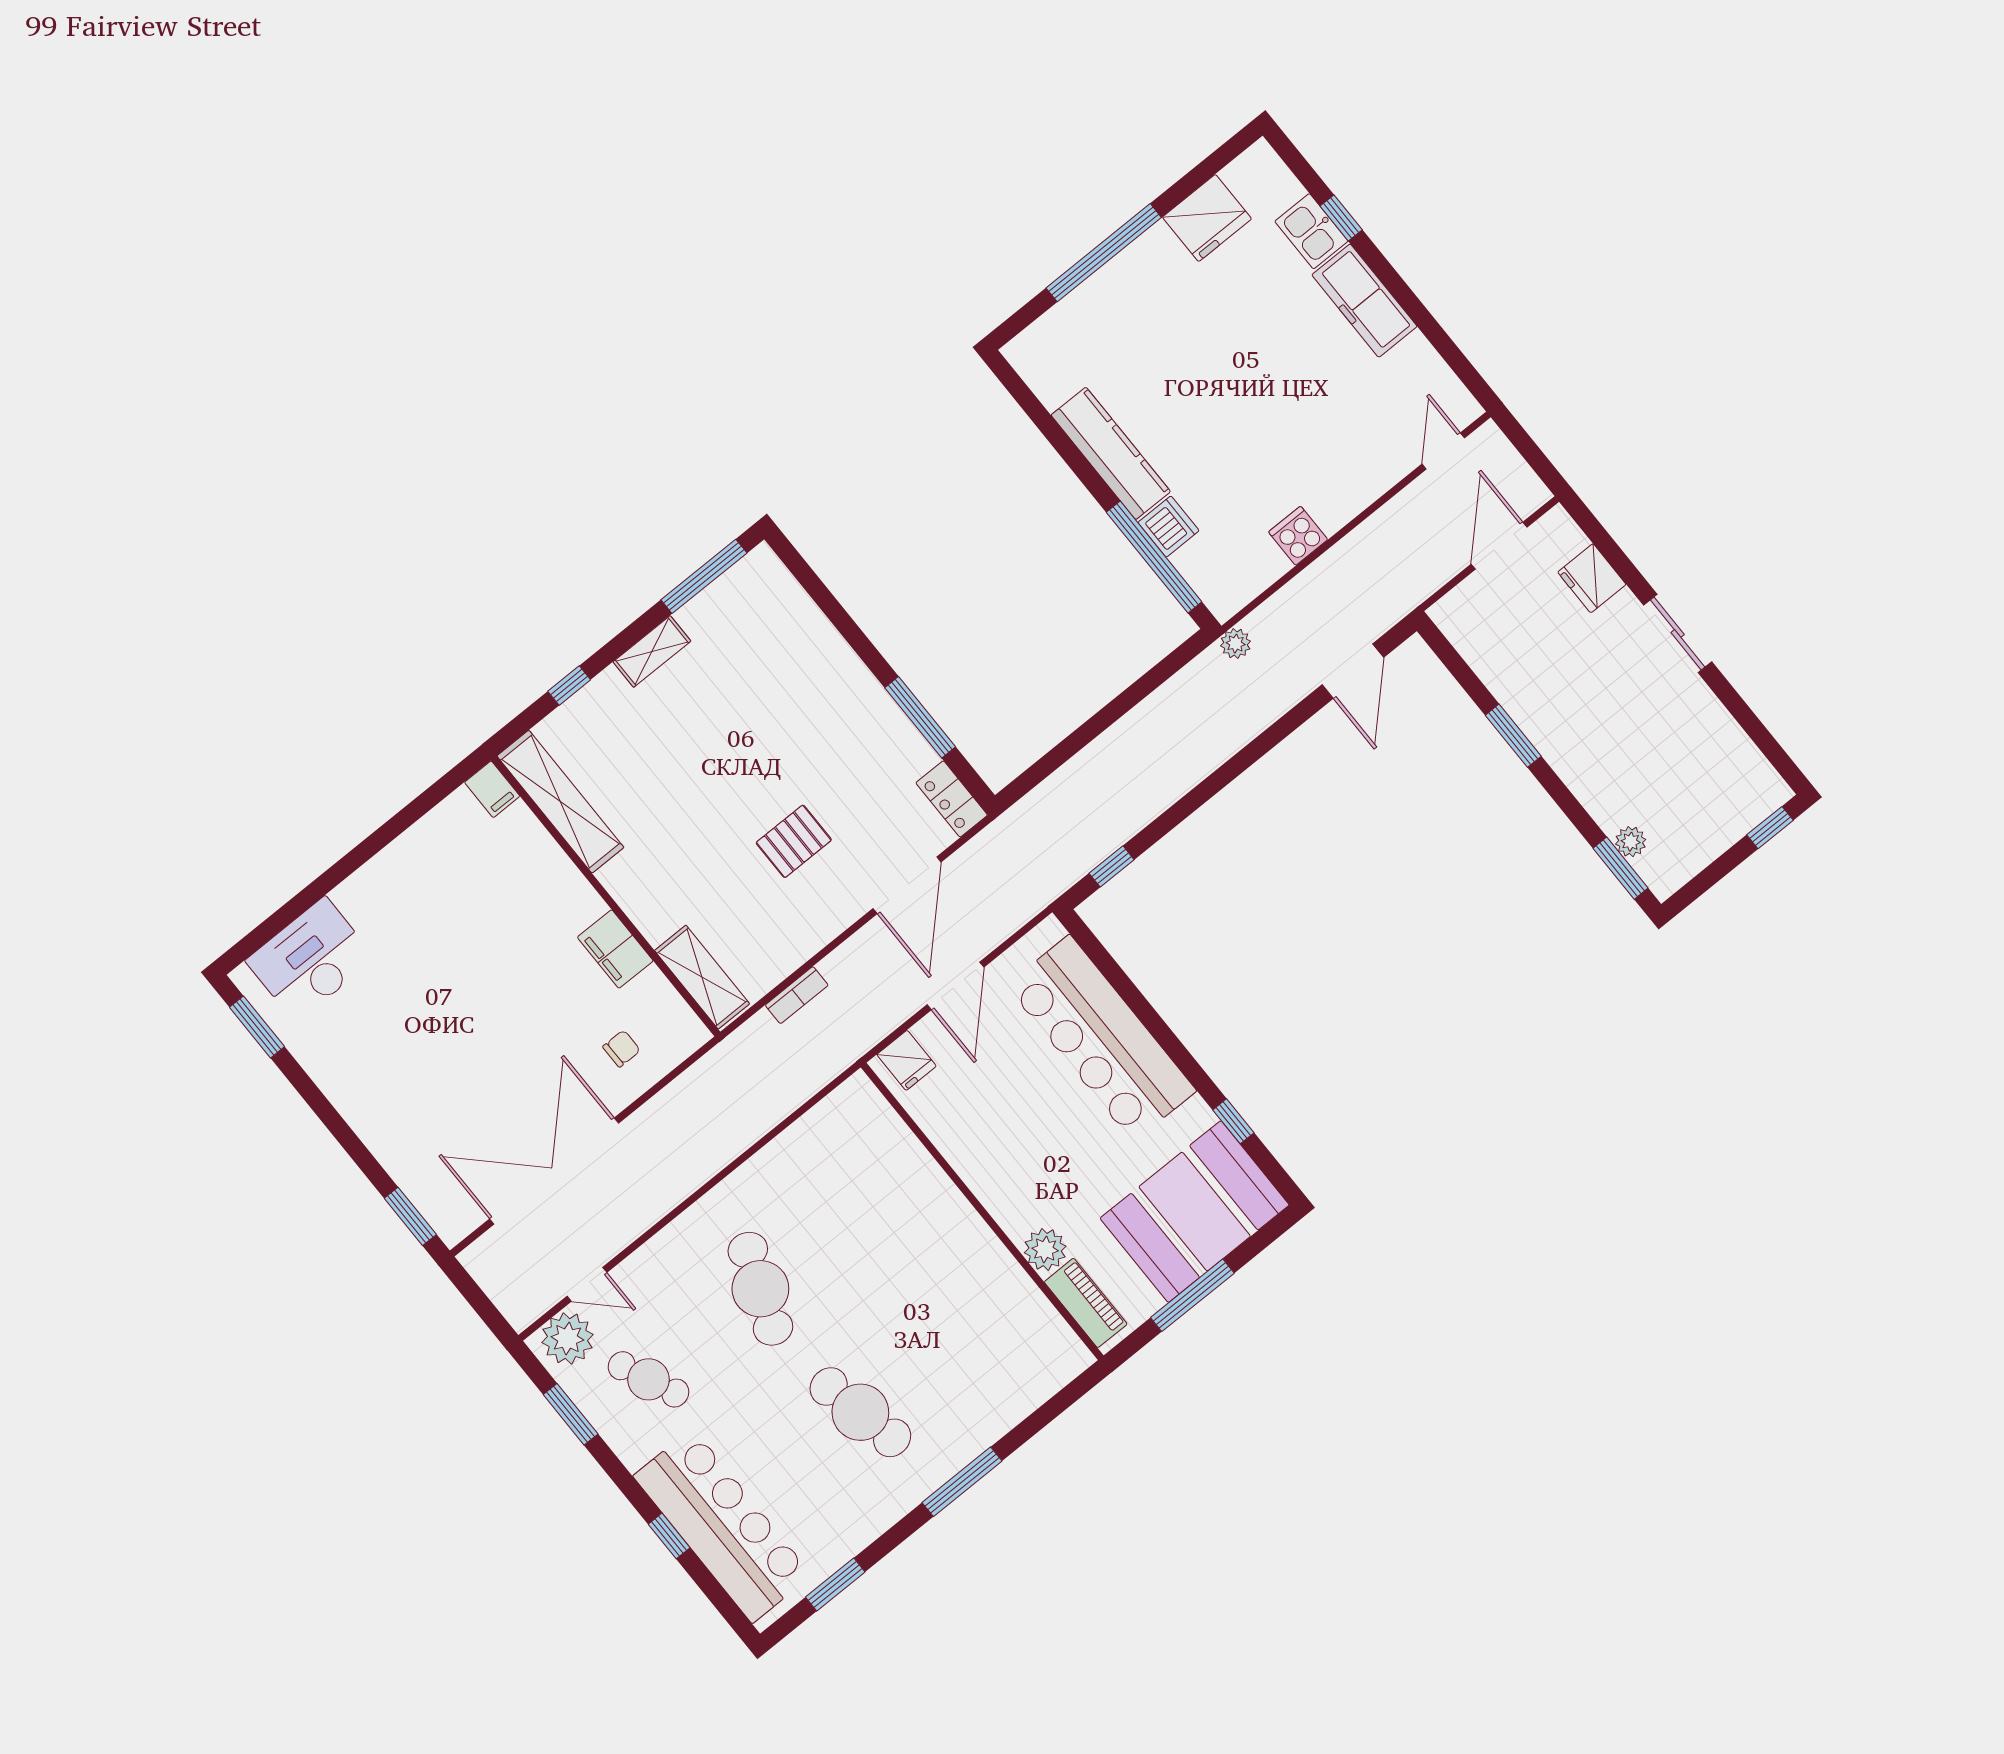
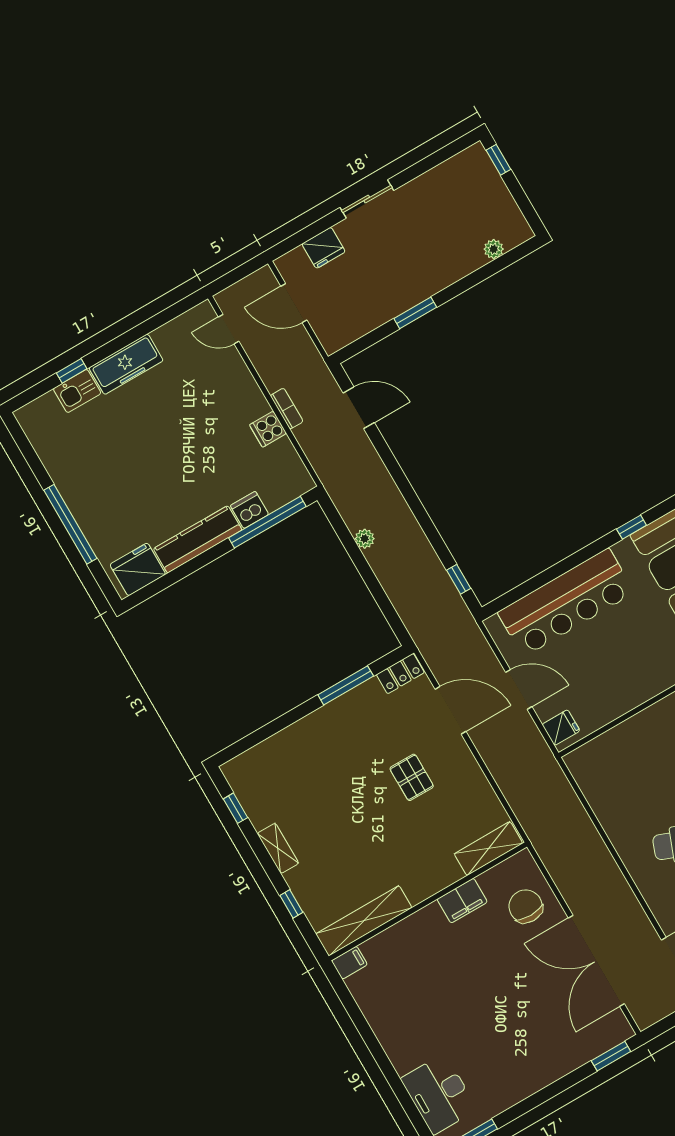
fridge: (1207, 218) -> (138, 569), moved, turned -90
window: (704, 576) -> (236, 808), width x0.46
plant: (1236, 644) -> (365, 539), moved
window: (1621, 868) -> (509, 258), removed
bookcase: (797, 995) -> (287, 409), moved
chair: (622, 1049) -> (526, 906), width x1.87, depth x1.87

